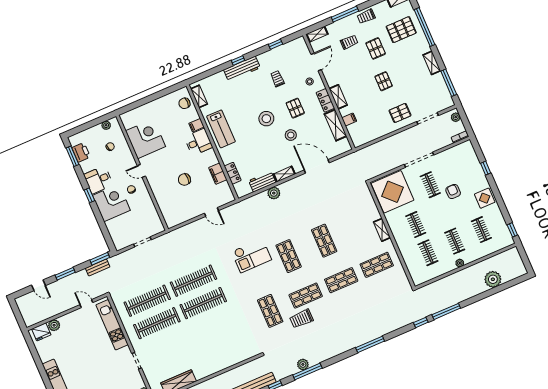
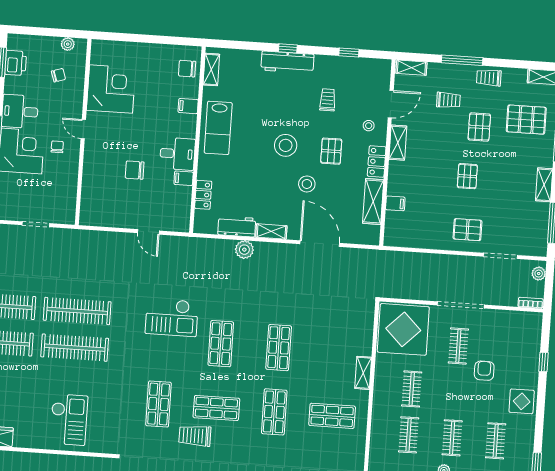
shelving: (338, 97) -> (398, 143), moved
desk: (198, 142) -> (177, 154), moved
filing cabinet: (218, 174) -> (184, 178), width x0.50
shop shelf: (341, 280) -> (274, 412), turned 90
checkout: (222, 348) -> (69, 420), added

